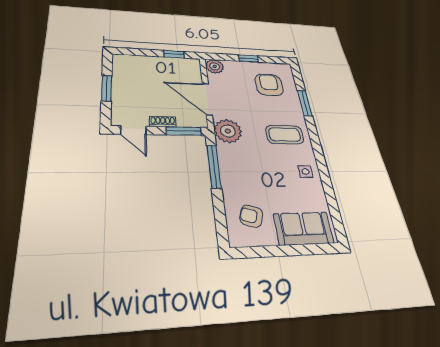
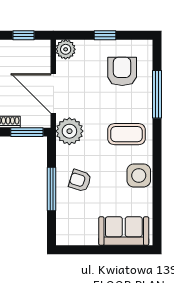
window: (305, 103) -> (157, 94), width x1.44
window: (214, 166) -> (52, 189), moved
side table: (305, 172) -> (139, 175), width x1.87, depth x1.87
armchair: (251, 216) -> (80, 181), moved

